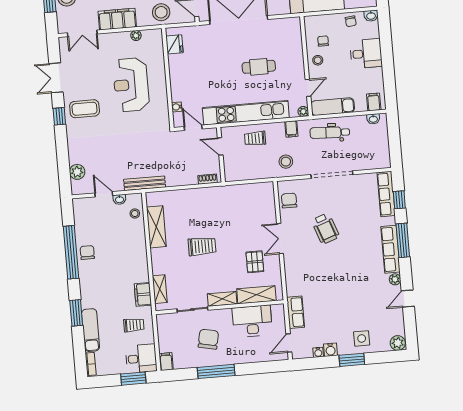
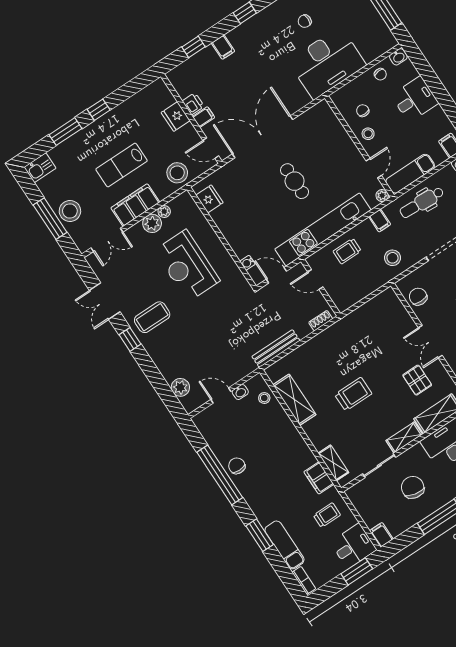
plant: (122, 39) -> (152, 223), added
cafe table: (259, 67) -> (295, 181), moved, turned 90
bench: (145, 183) -> (276, 349), moved

